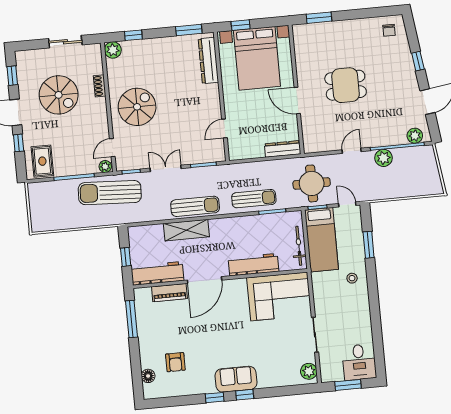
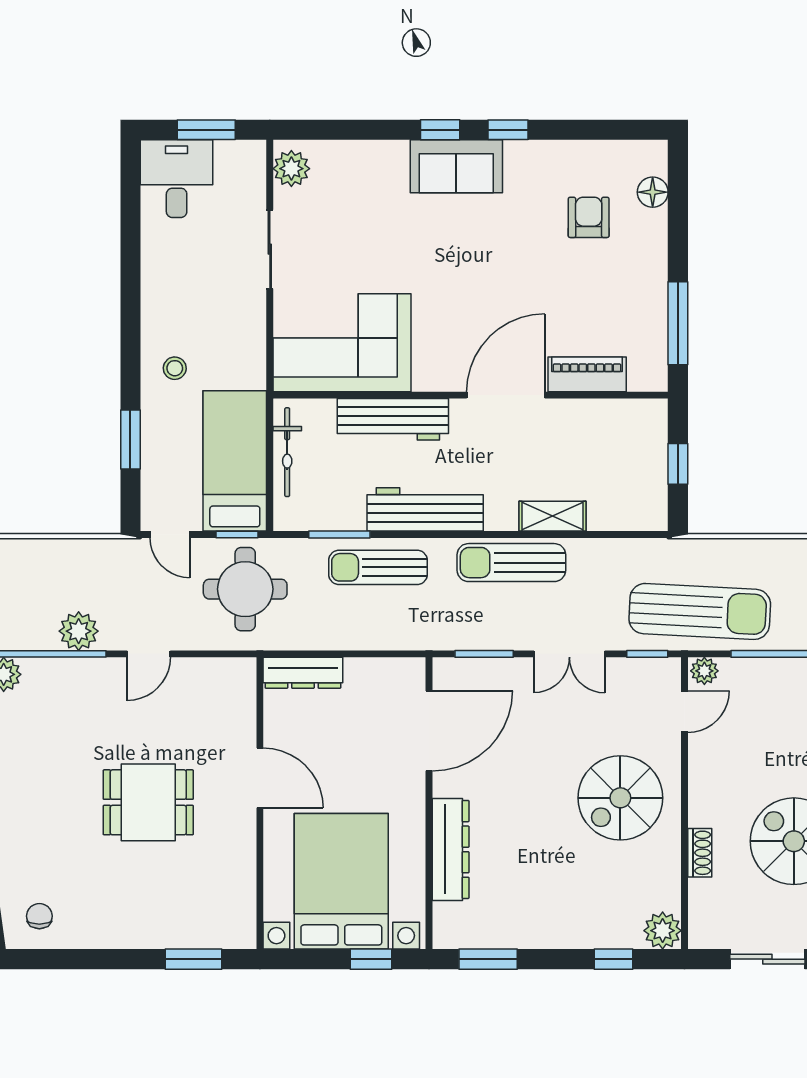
dresser: (208, 61) -> (451, 849), moved
door: (224, 128) -> (429, 731), width x1.88
shelving: (186, 230) -> (552, 516), width x0.67, depth x0.75
workbench: (157, 273) -> (425, 509), moved, turned 180

